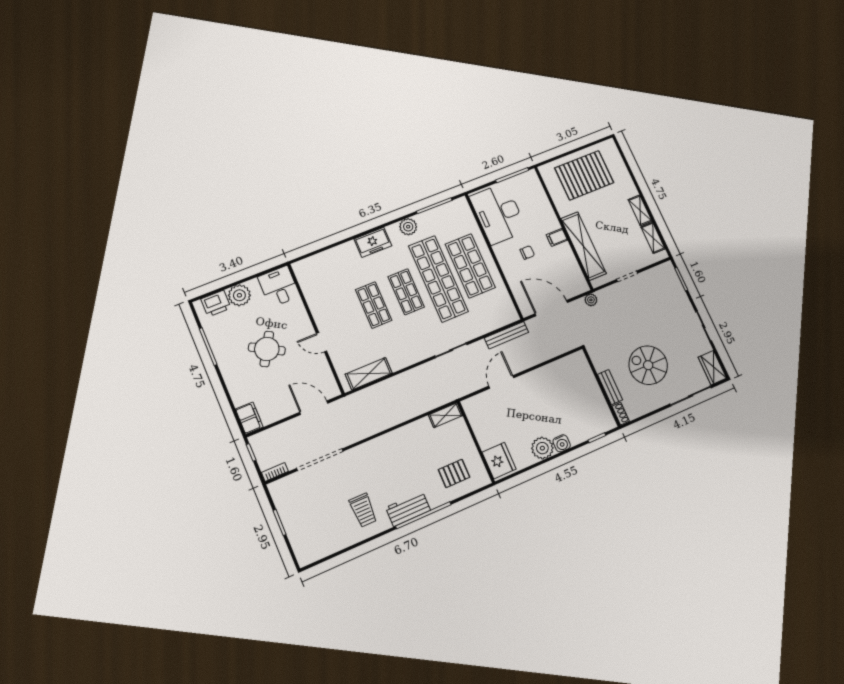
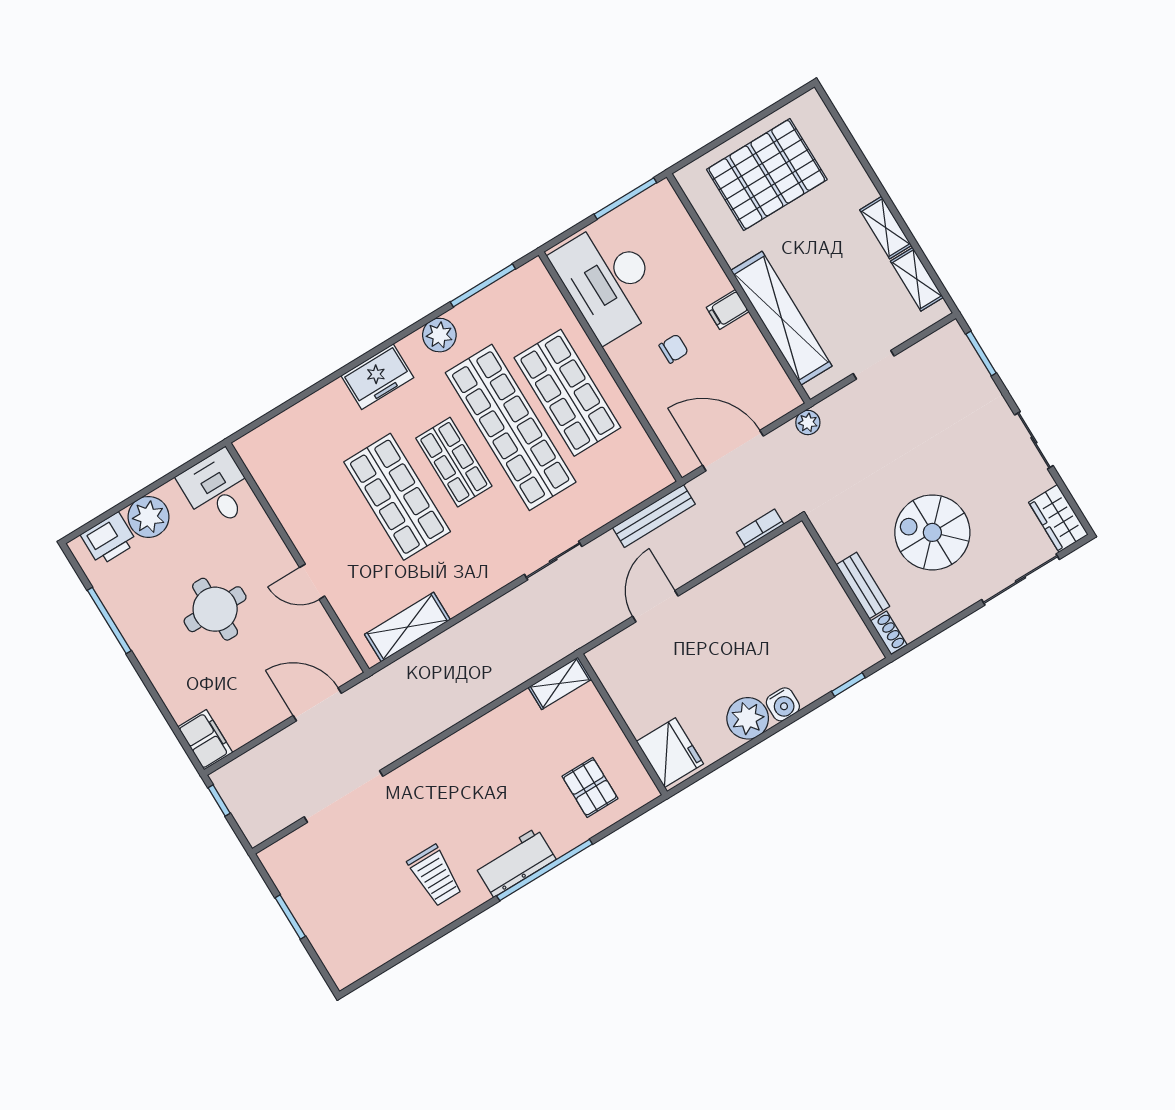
shop shelf: (374, 305) -> (397, 497), width x1.43, depth x1.36
round table: (267, 349) -> (215, 609), turned -30
bookcase: (275, 472) -> (760, 528), moved
pallet: (454, 473) -> (590, 787), turned 90

